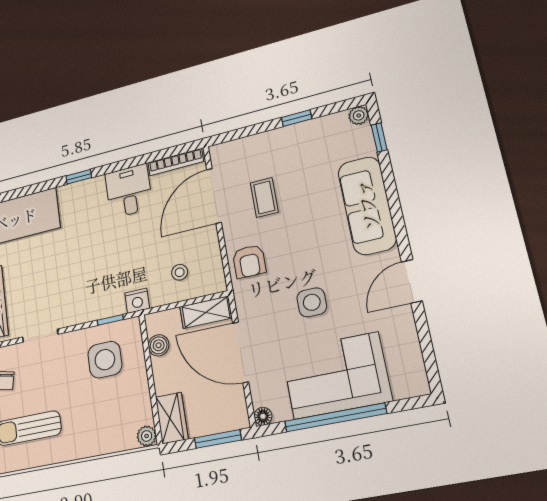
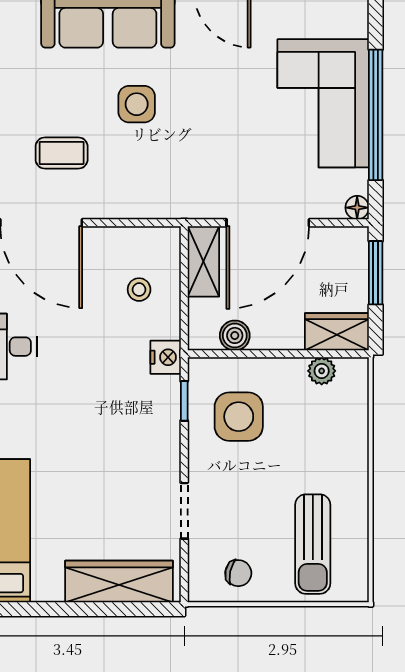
armchair: (249, 261) -> (147, 190), removed
side table: (312, 302) -> (137, 104), moved
plant: (147, 436) -> (322, 371), moved

